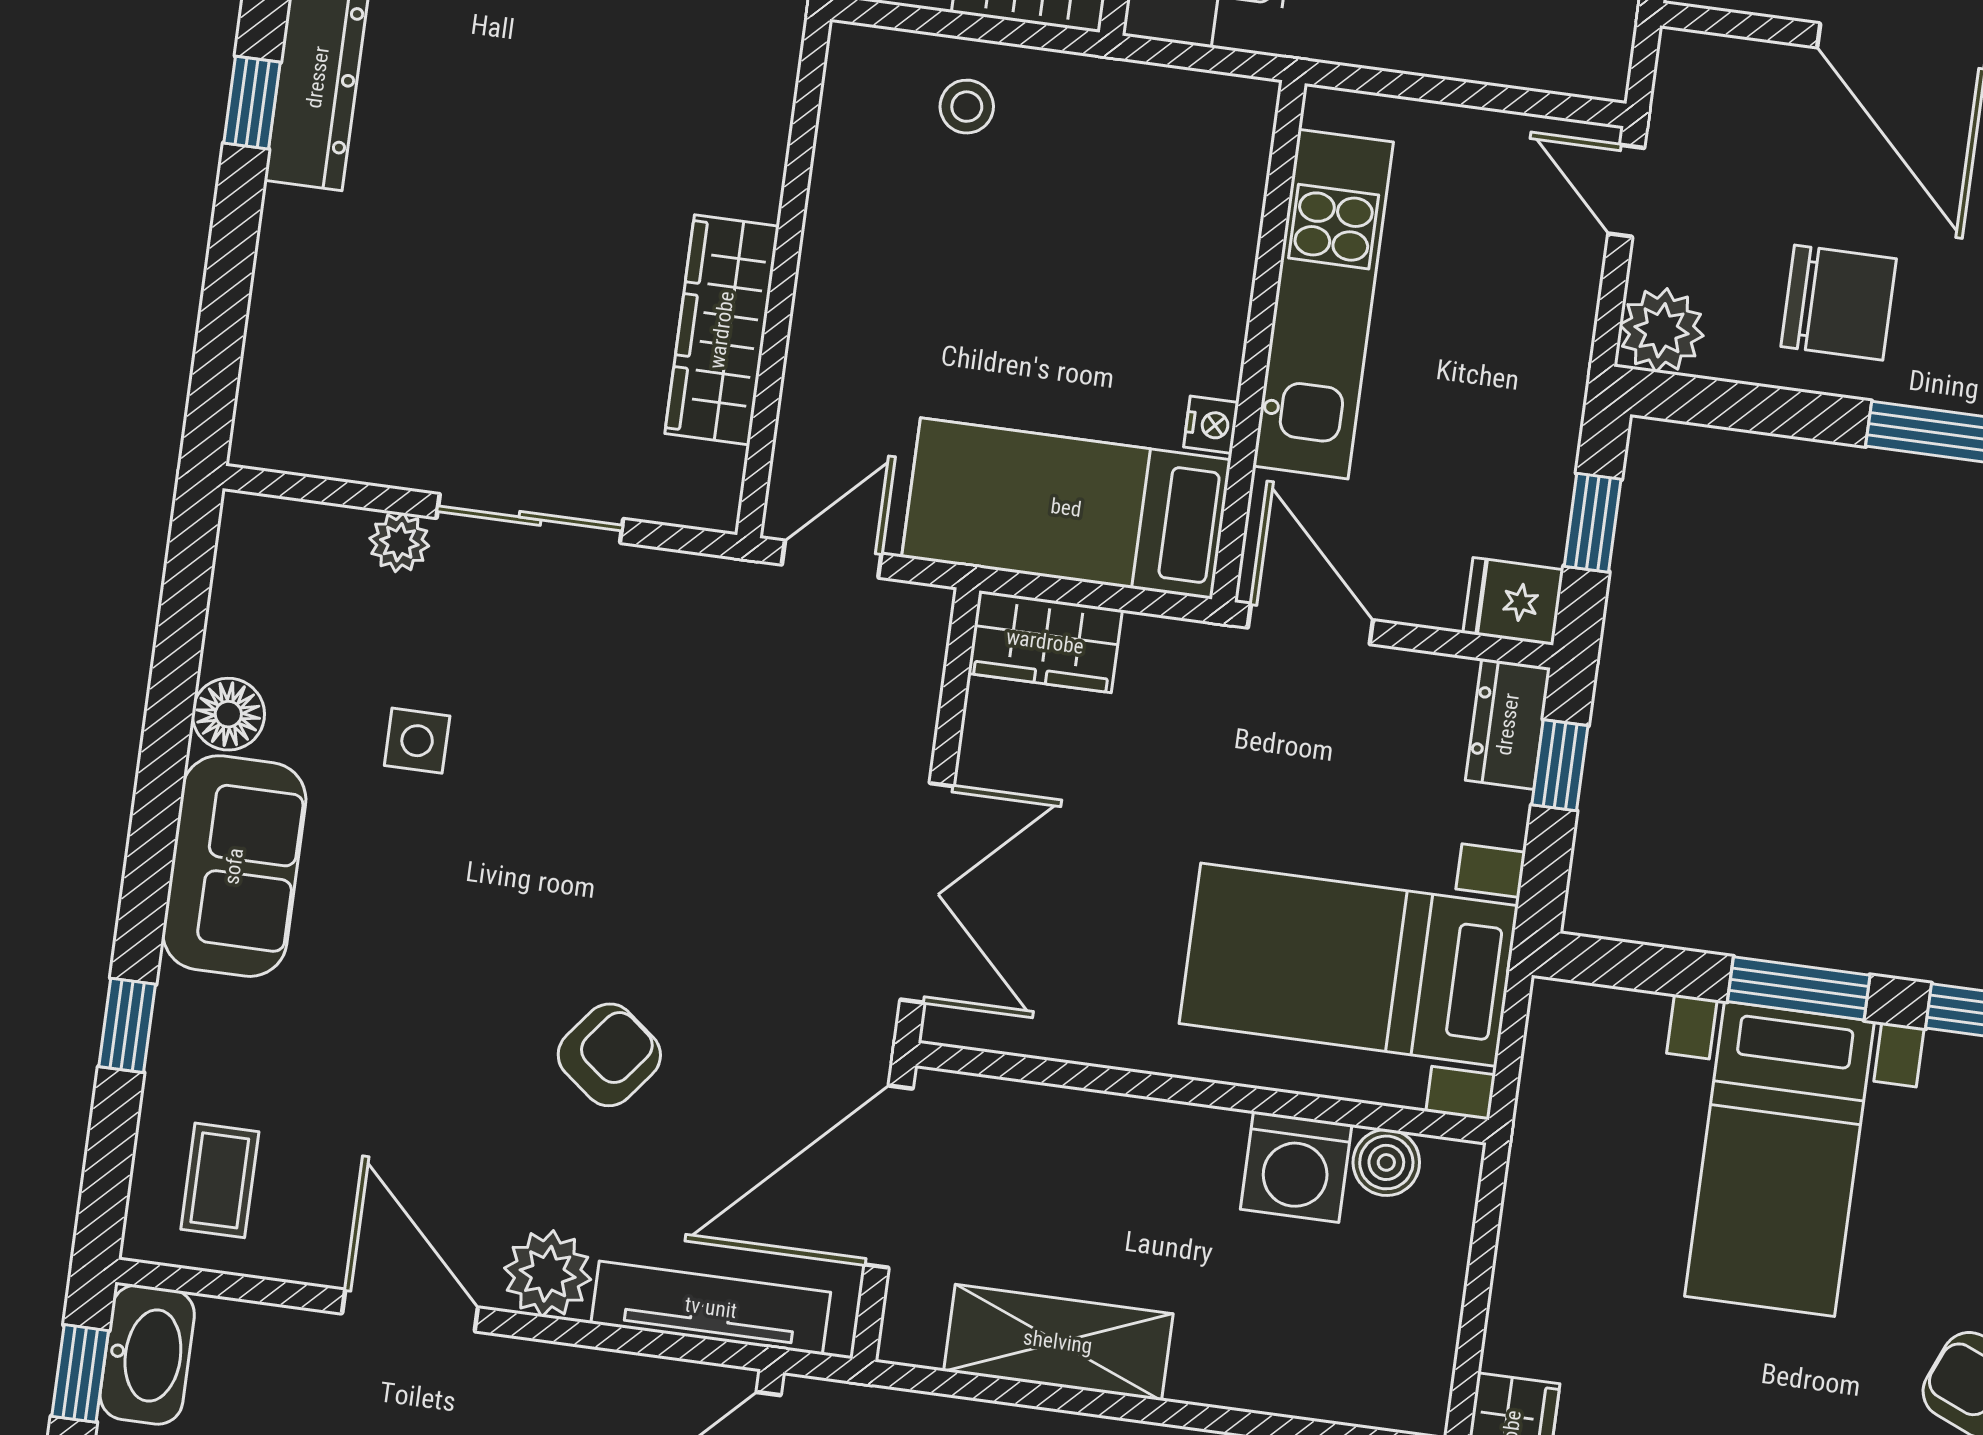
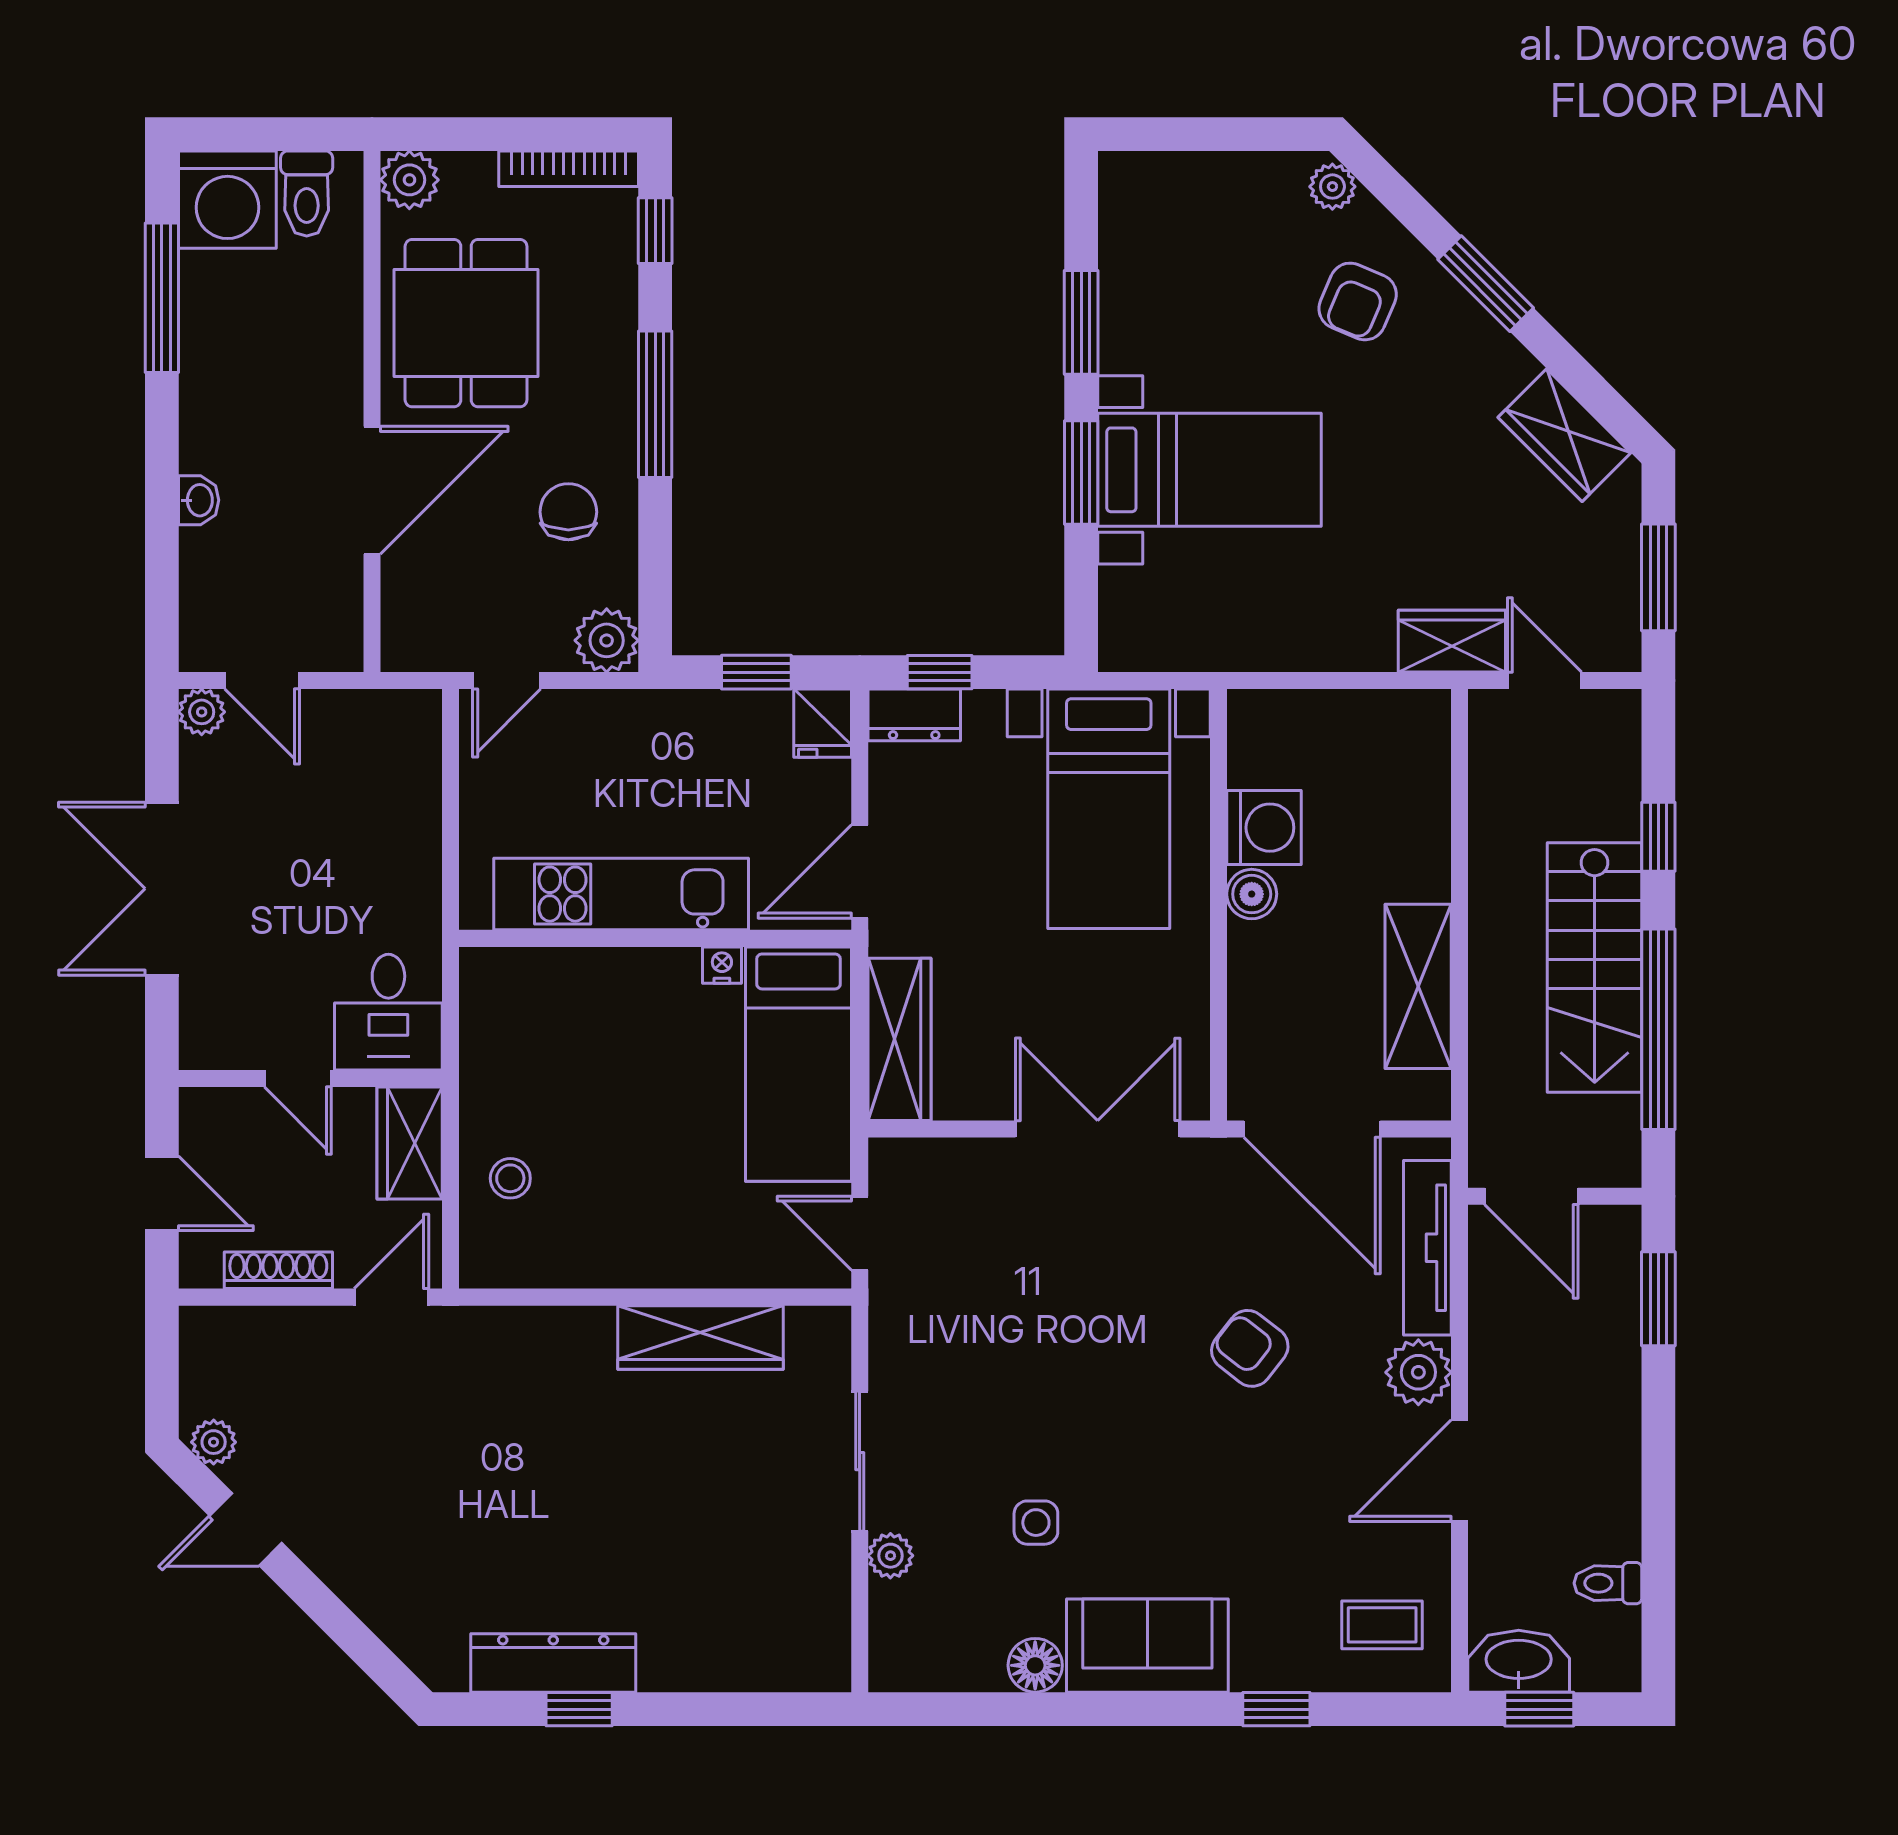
chair: (1839, 303) -> (568, 512), width x0.73, depth x0.73
wardrobe: (1045, 642) -> (900, 1039), width x1.50
boiler: (1386, 1162) -> (1252, 894), moved

